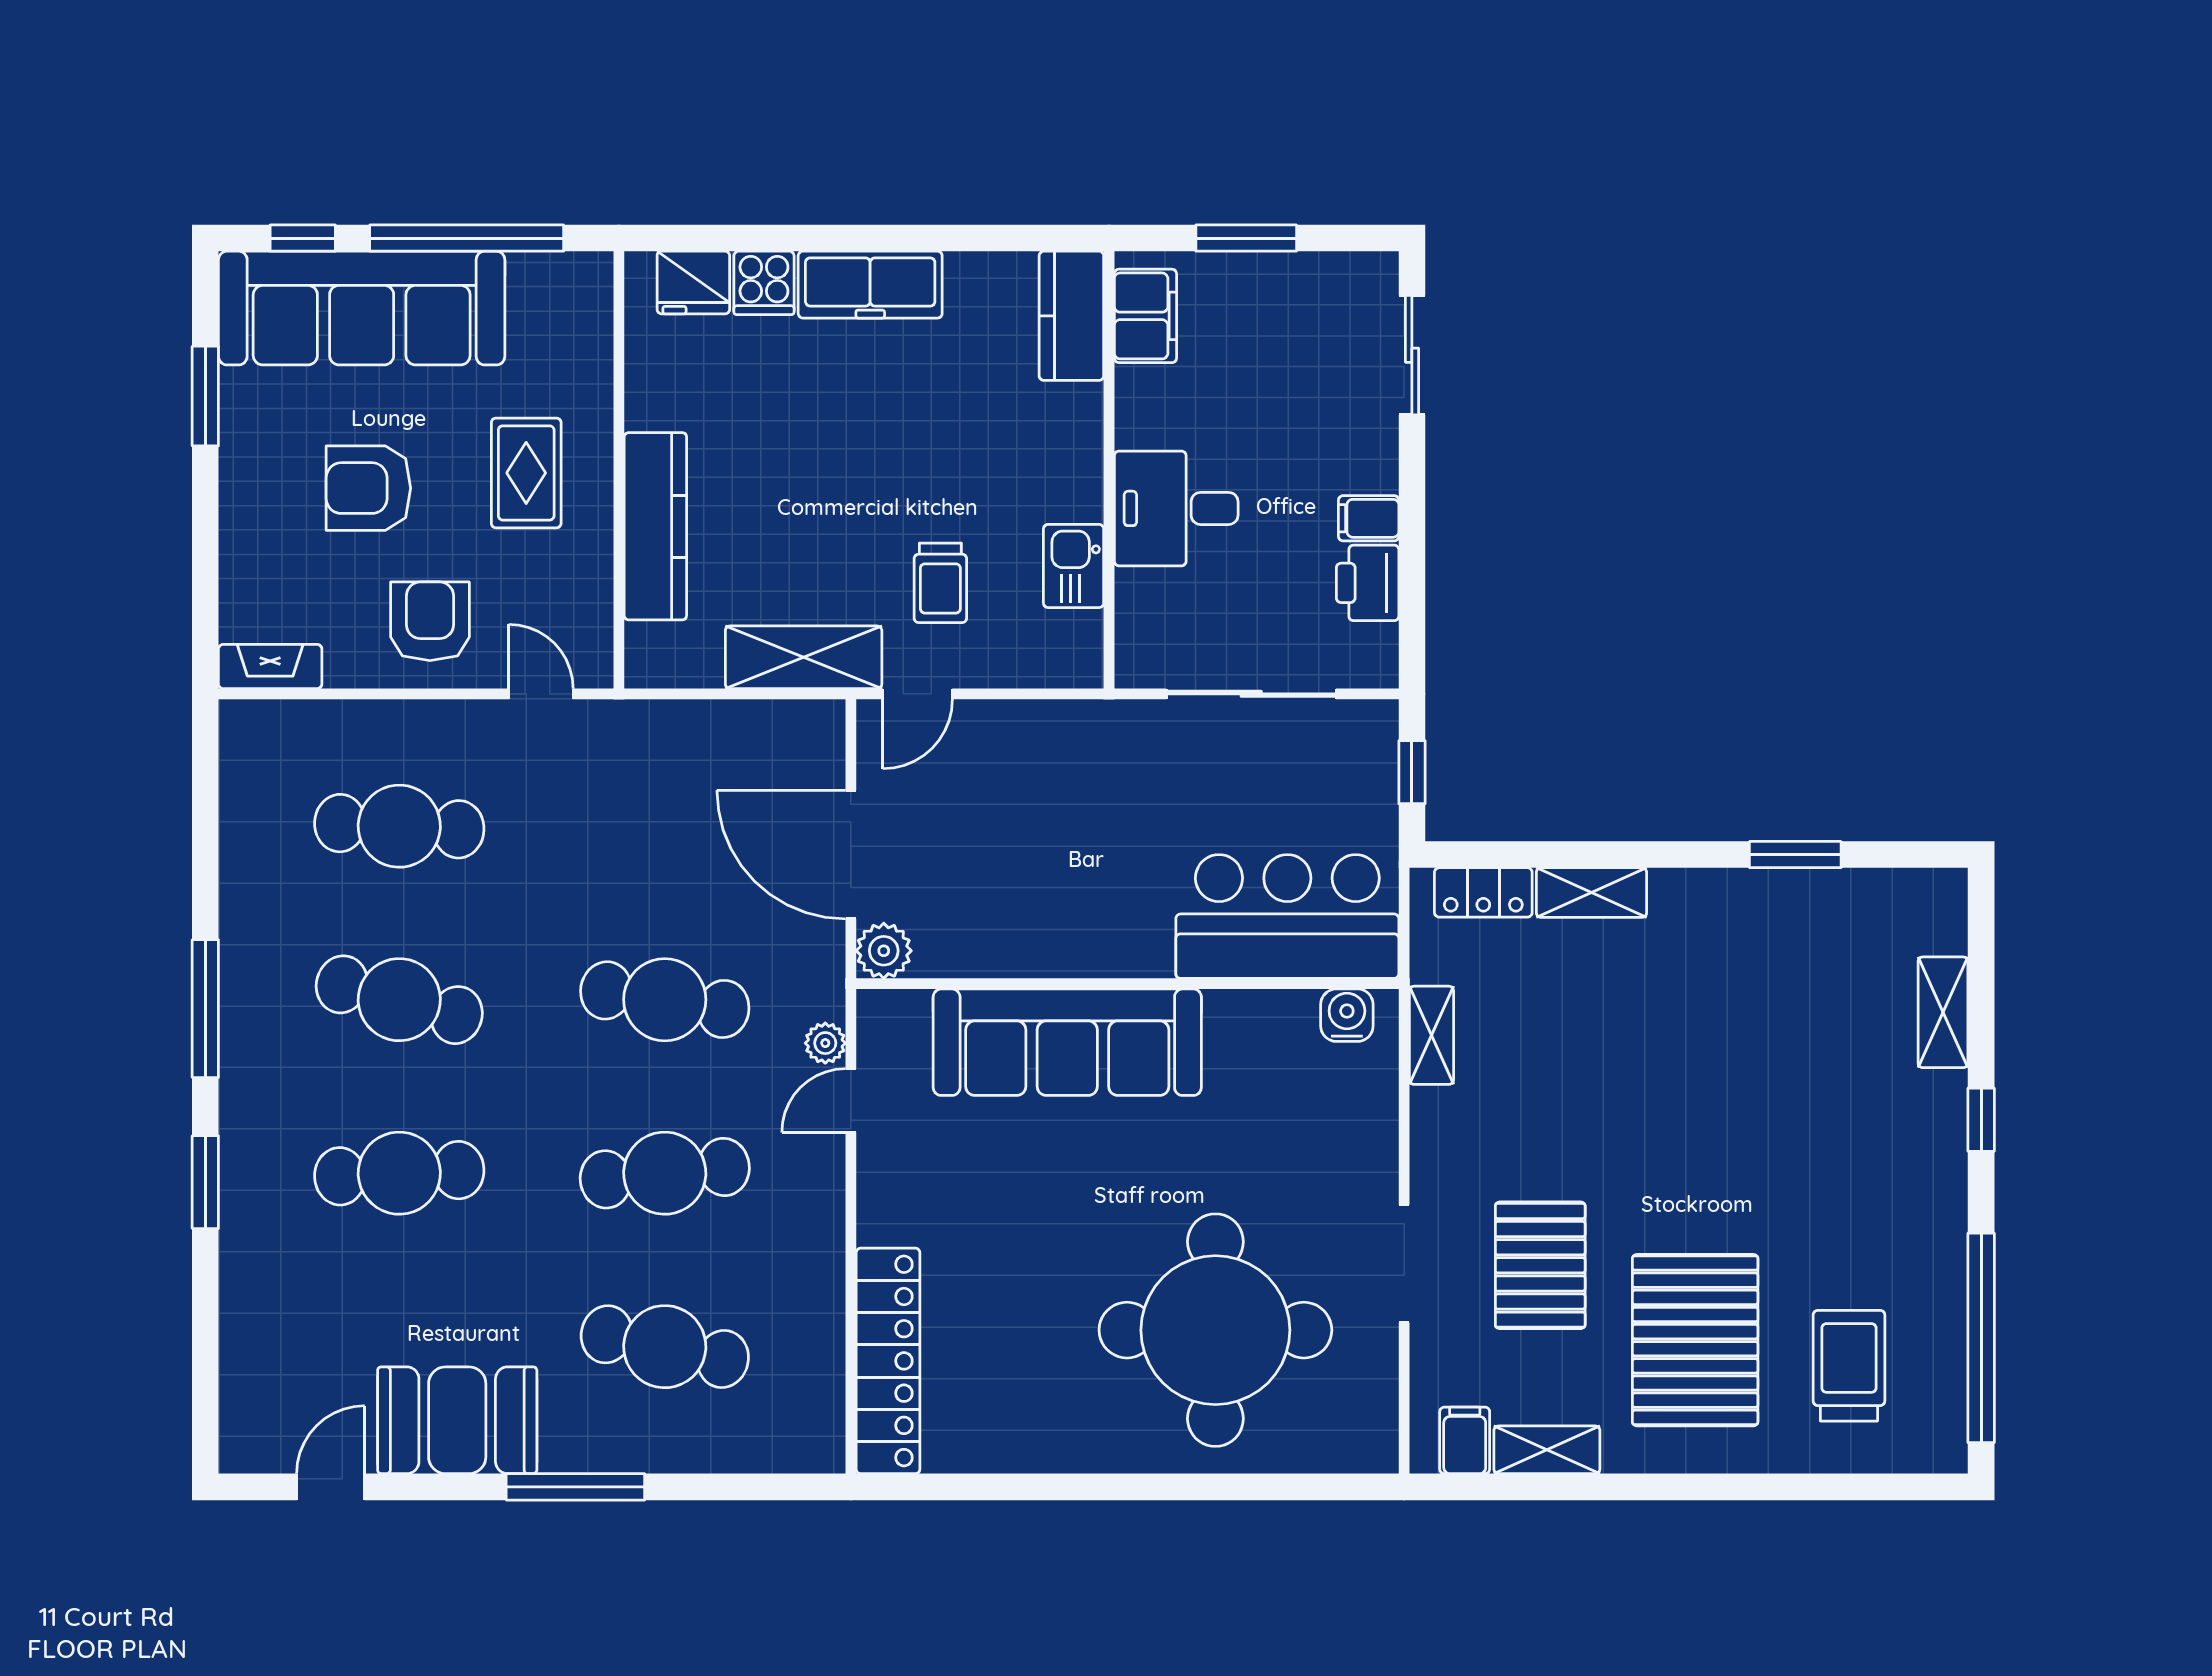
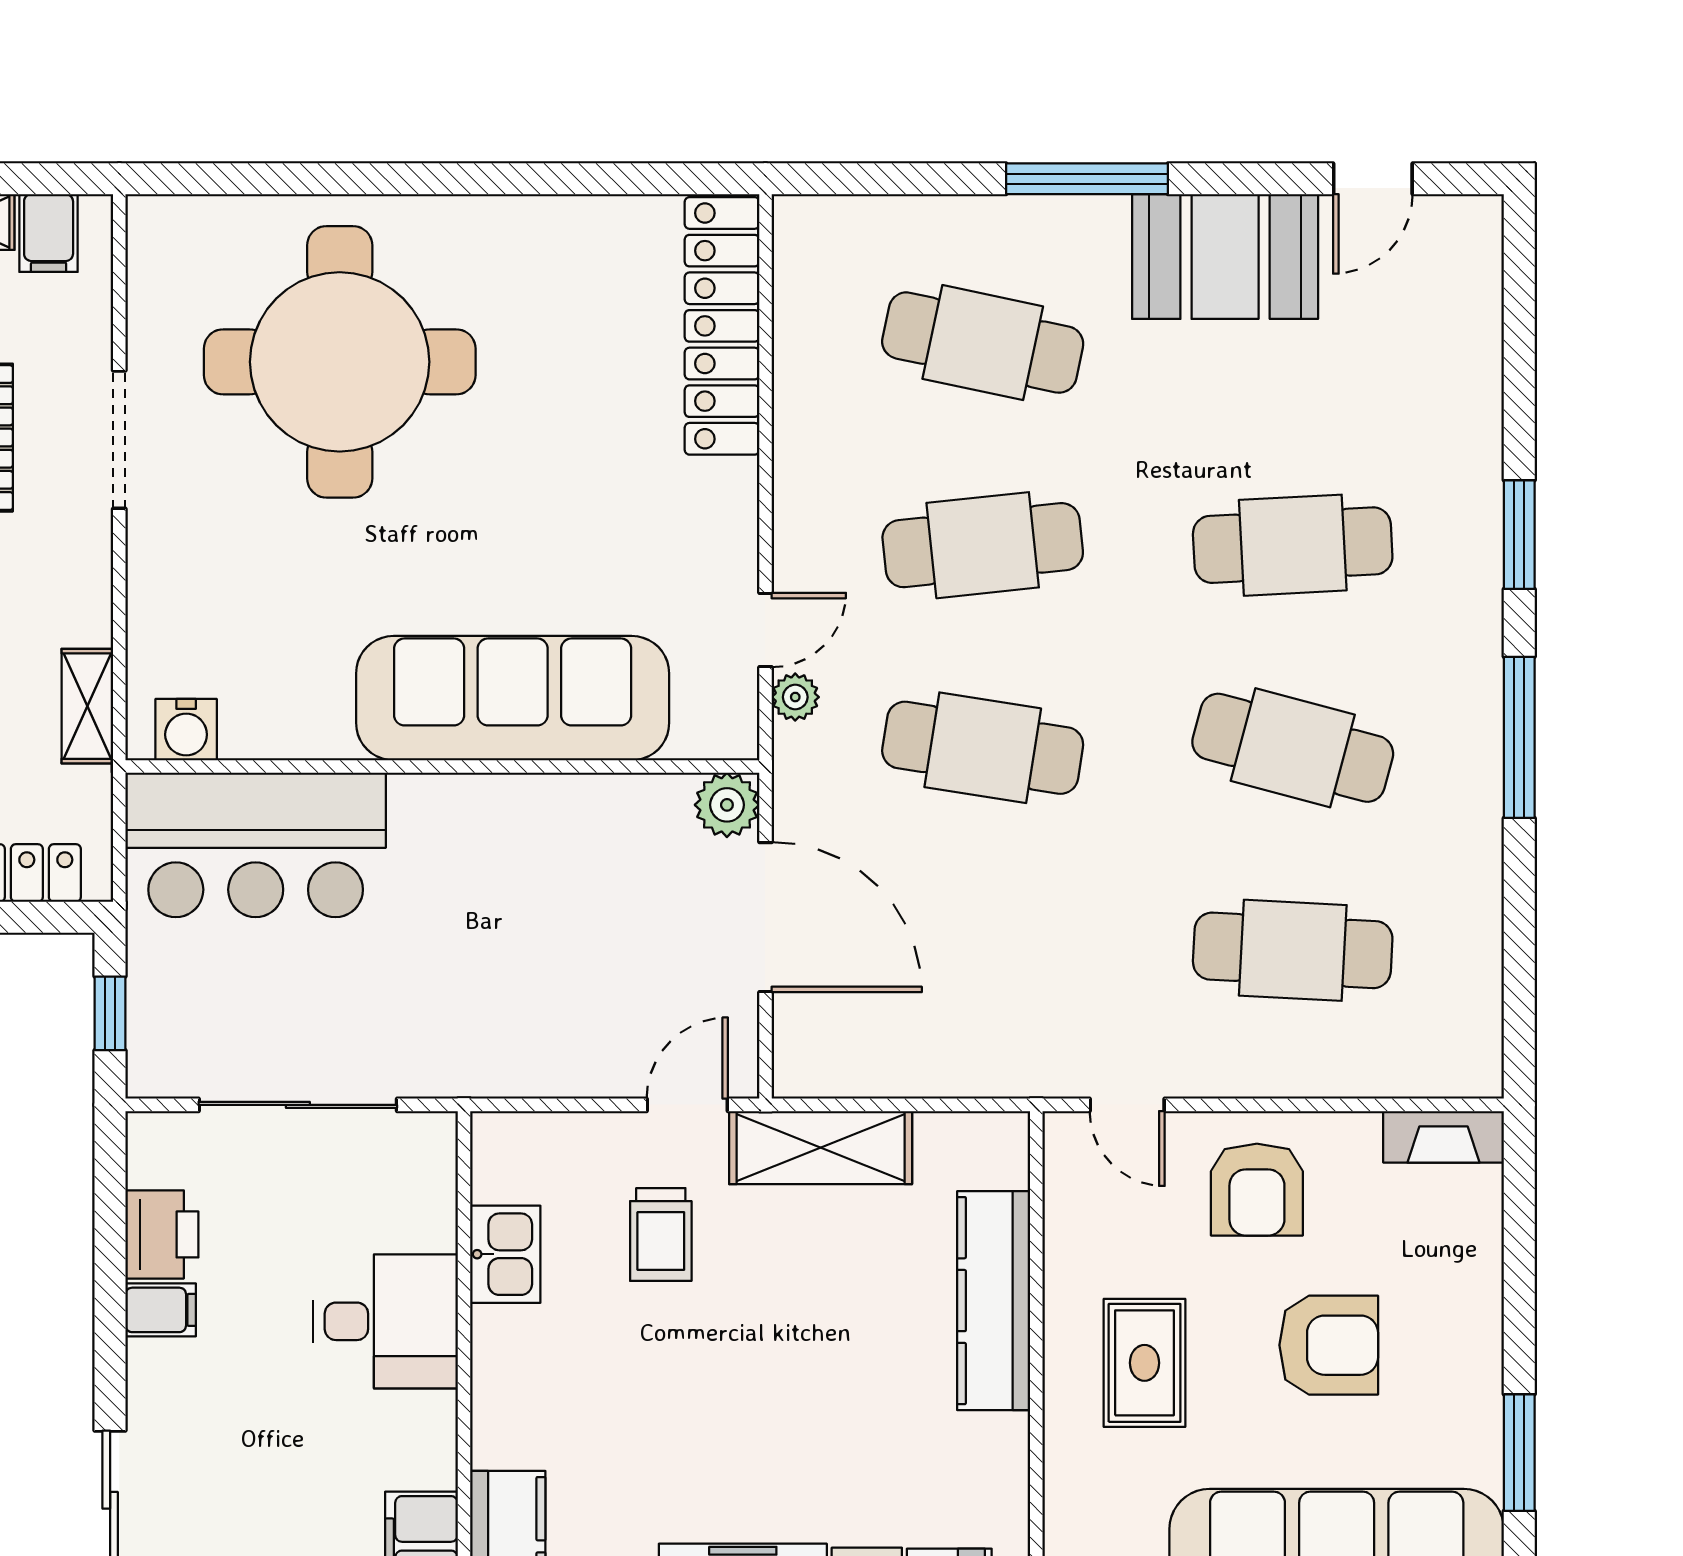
trolley: (940, 583) -> (661, 1234), turned 180

